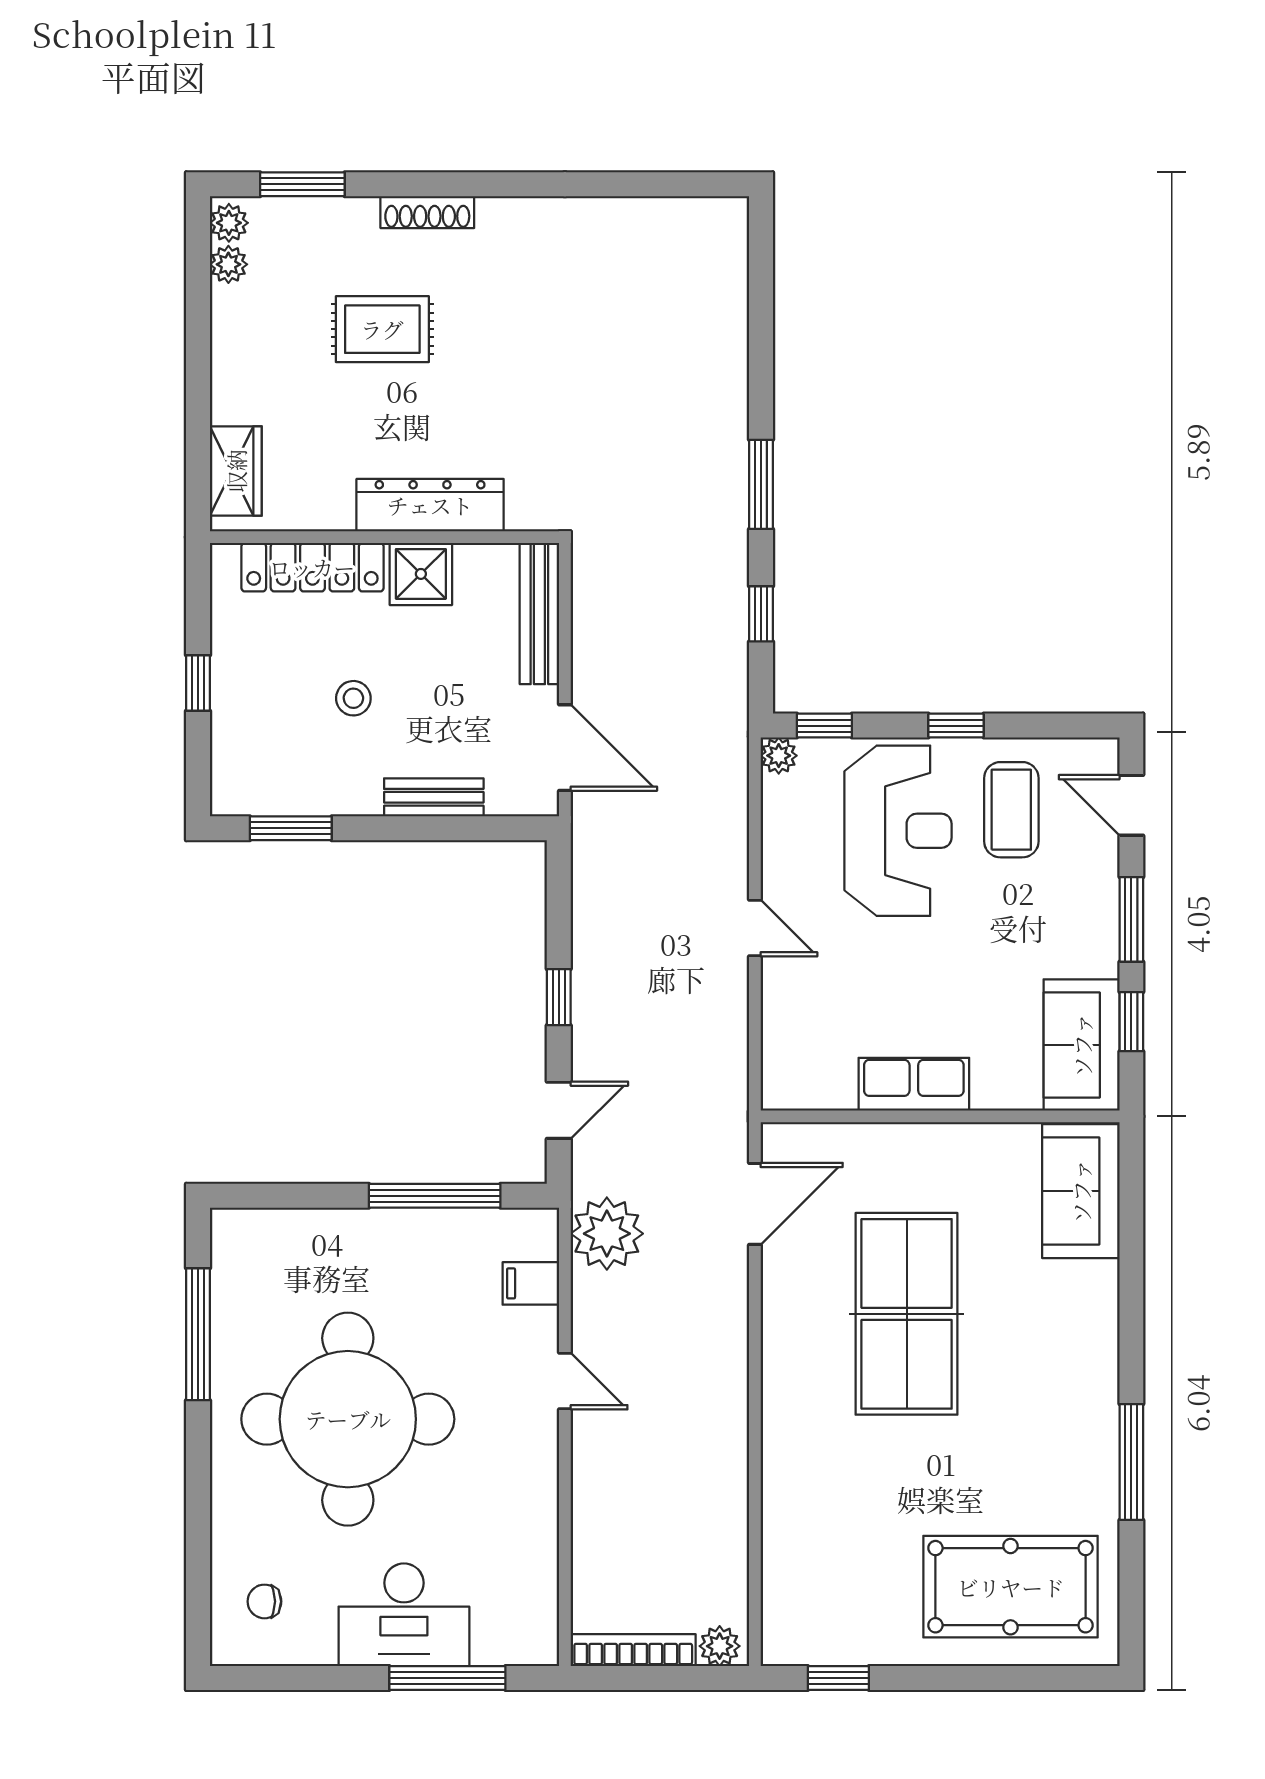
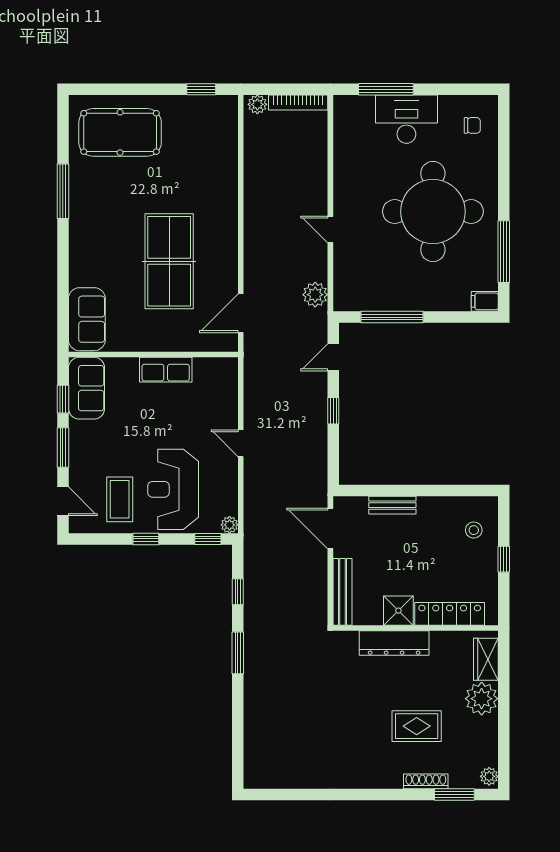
shoe rack: (427, 212) -> (426, 781), moved
plant: (228, 264) -> (482, 699), moved, width x1.88, depth x1.88
stool: (353, 698) -> (474, 530), moved
window: (291, 828) -> (460, 491), removed
plant: (607, 1234) -> (315, 295), width x0.73, depth x0.73
filing cabinet: (531, 1283) -> (485, 301), moved, turned 180

